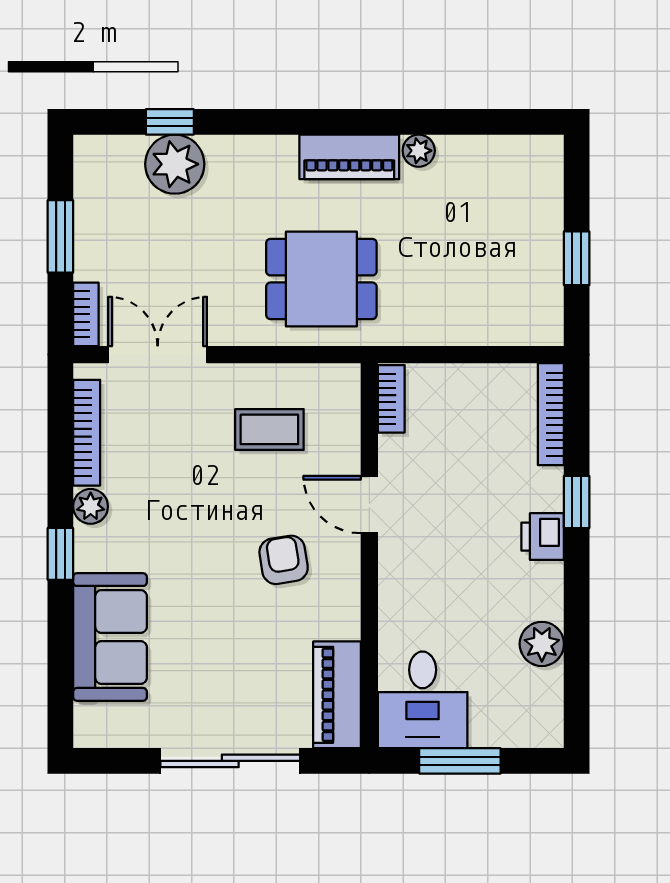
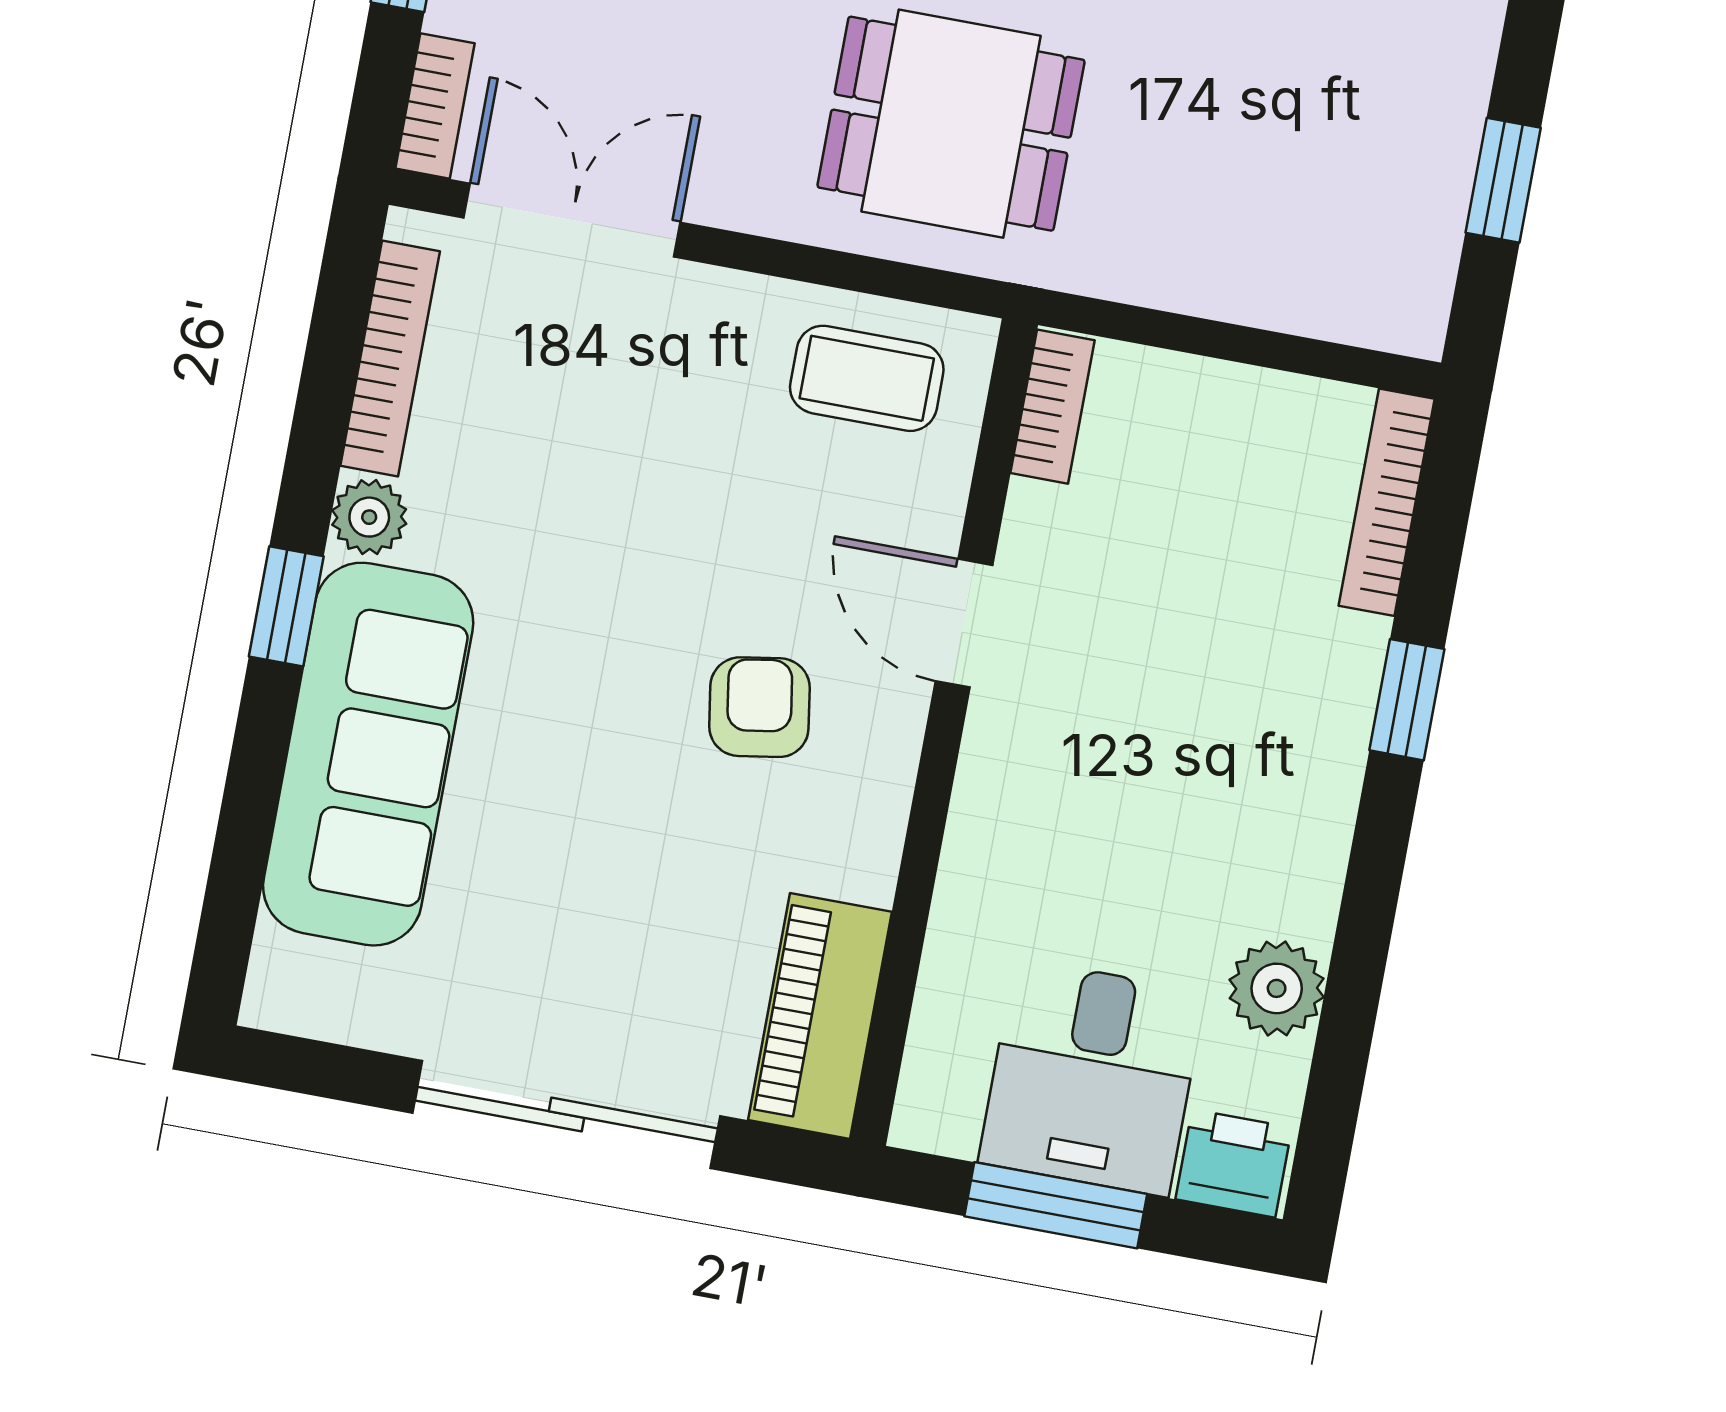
coffee table: (269, 429) -> (867, 378), moved
printer: (543, 537) -> (1234, 1163), moved, turned 90
sofa: (110, 637) -> (368, 754), width x1.36
desk: (423, 700) -> (1092, 1077), moved

